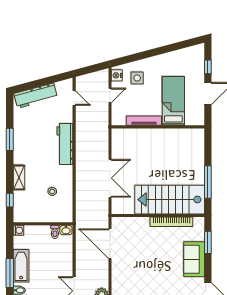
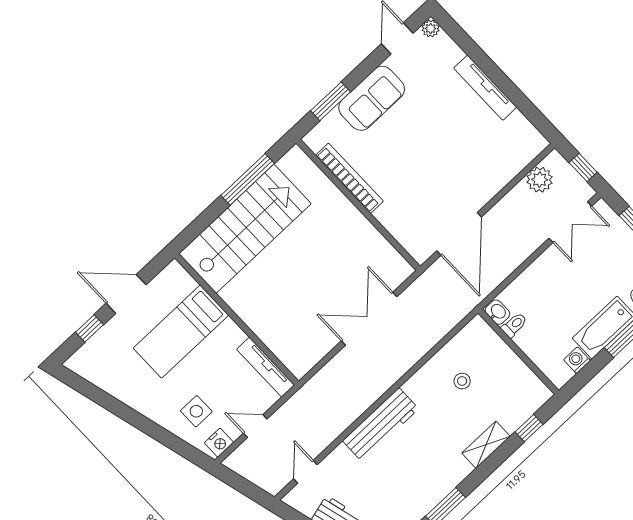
tv unit: (144, 121) -> (266, 367), moved
stairs: (170, 200) -> (245, 229), moved, turned -90
washing machine: (18, 230) -> (577, 360), moved

